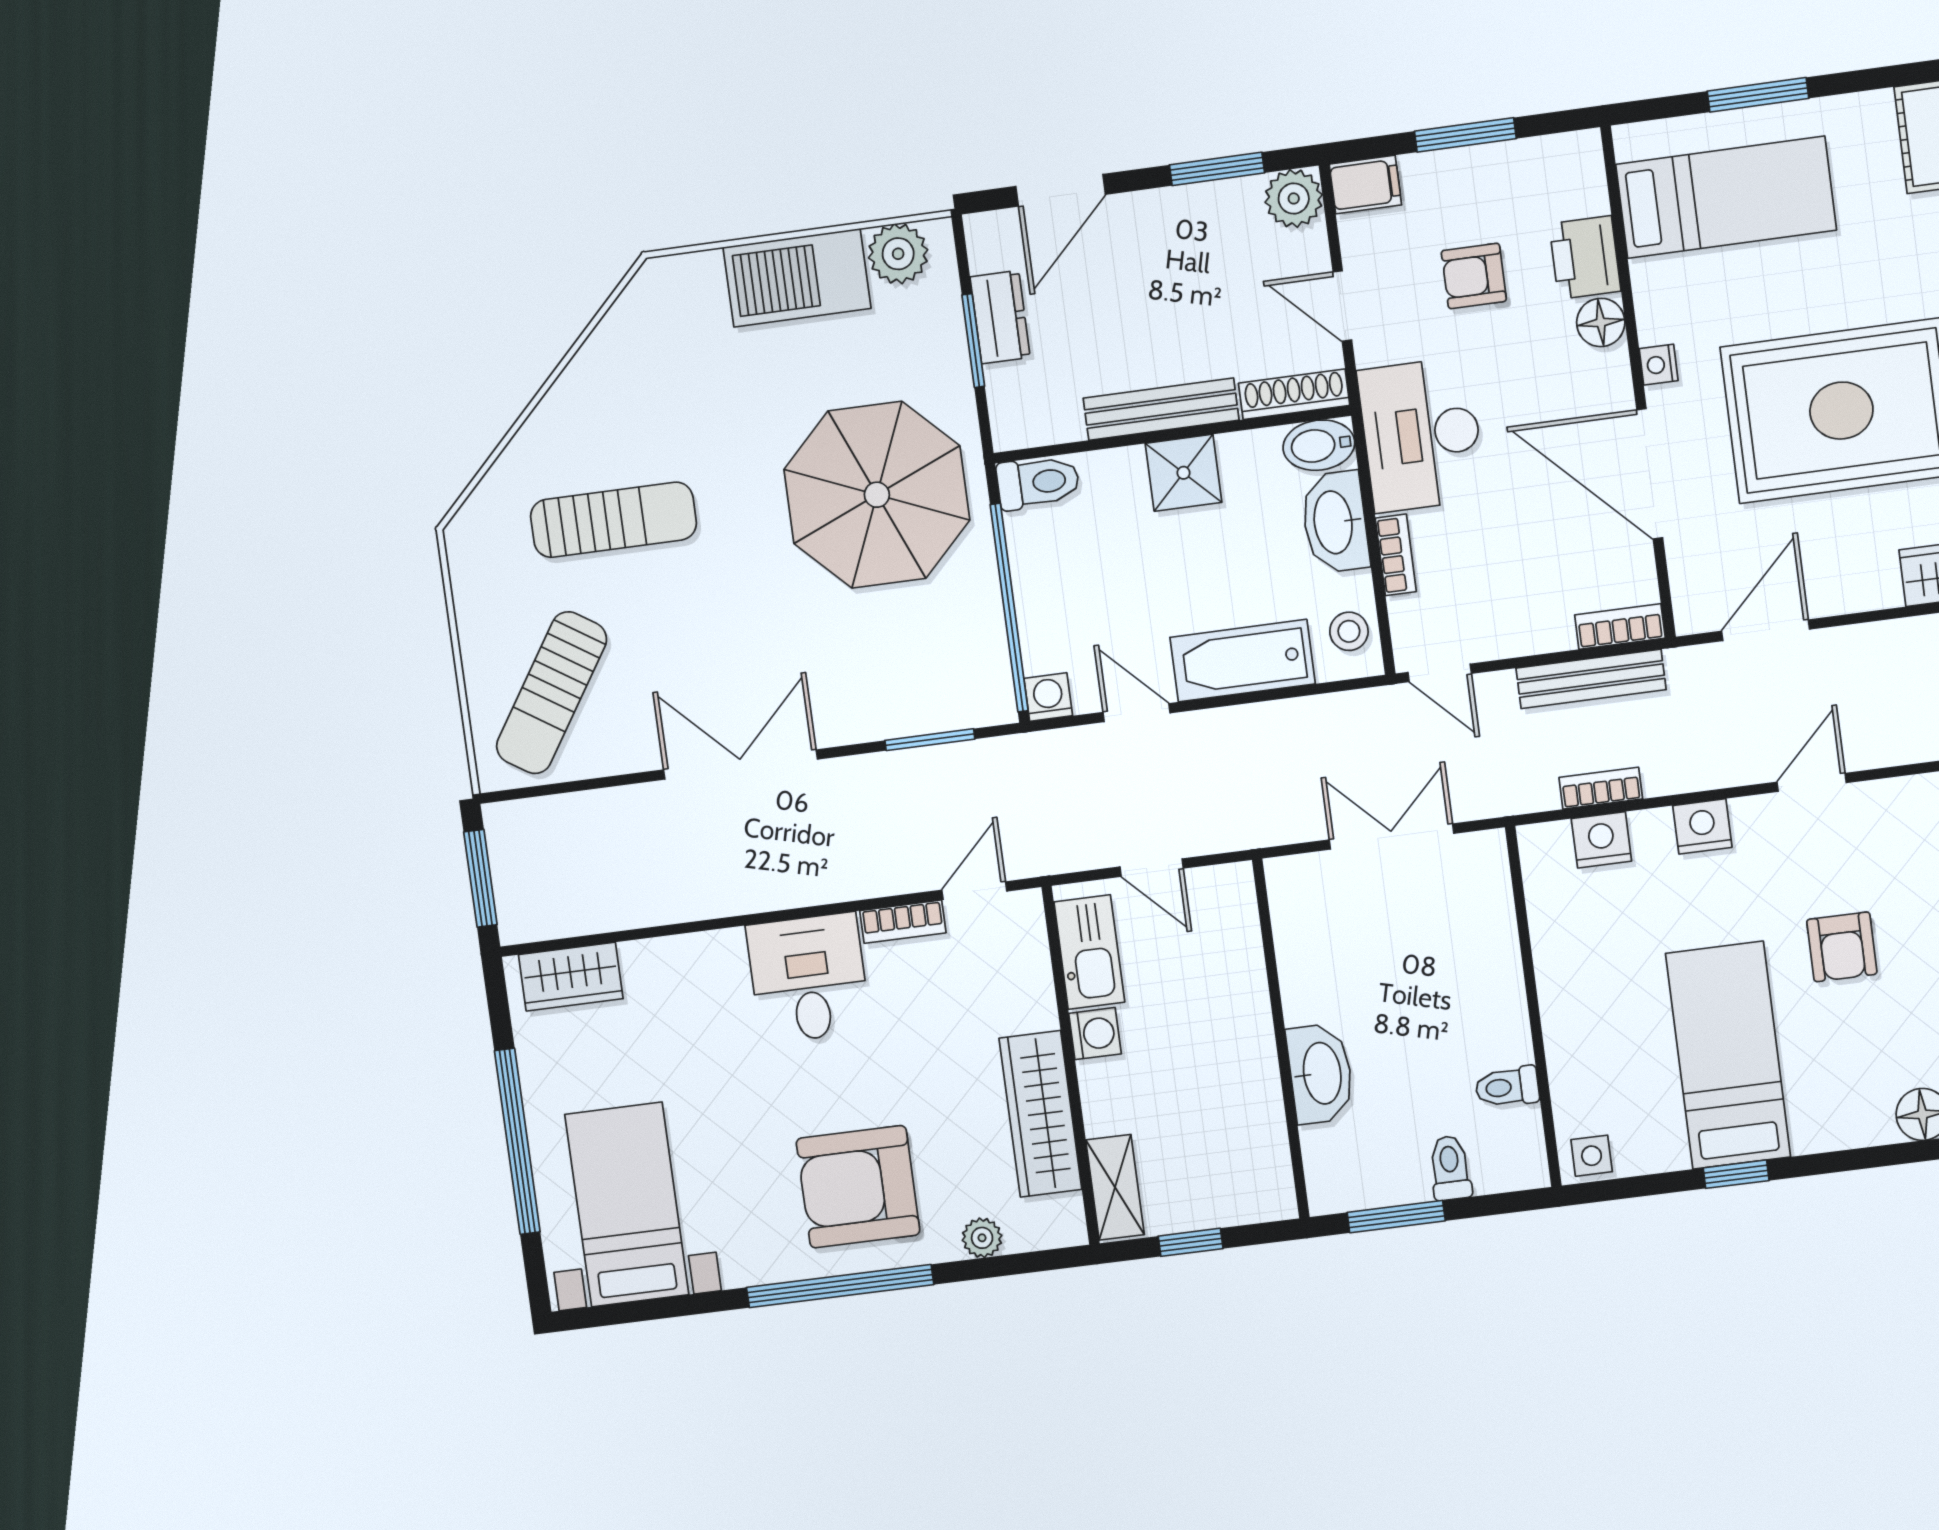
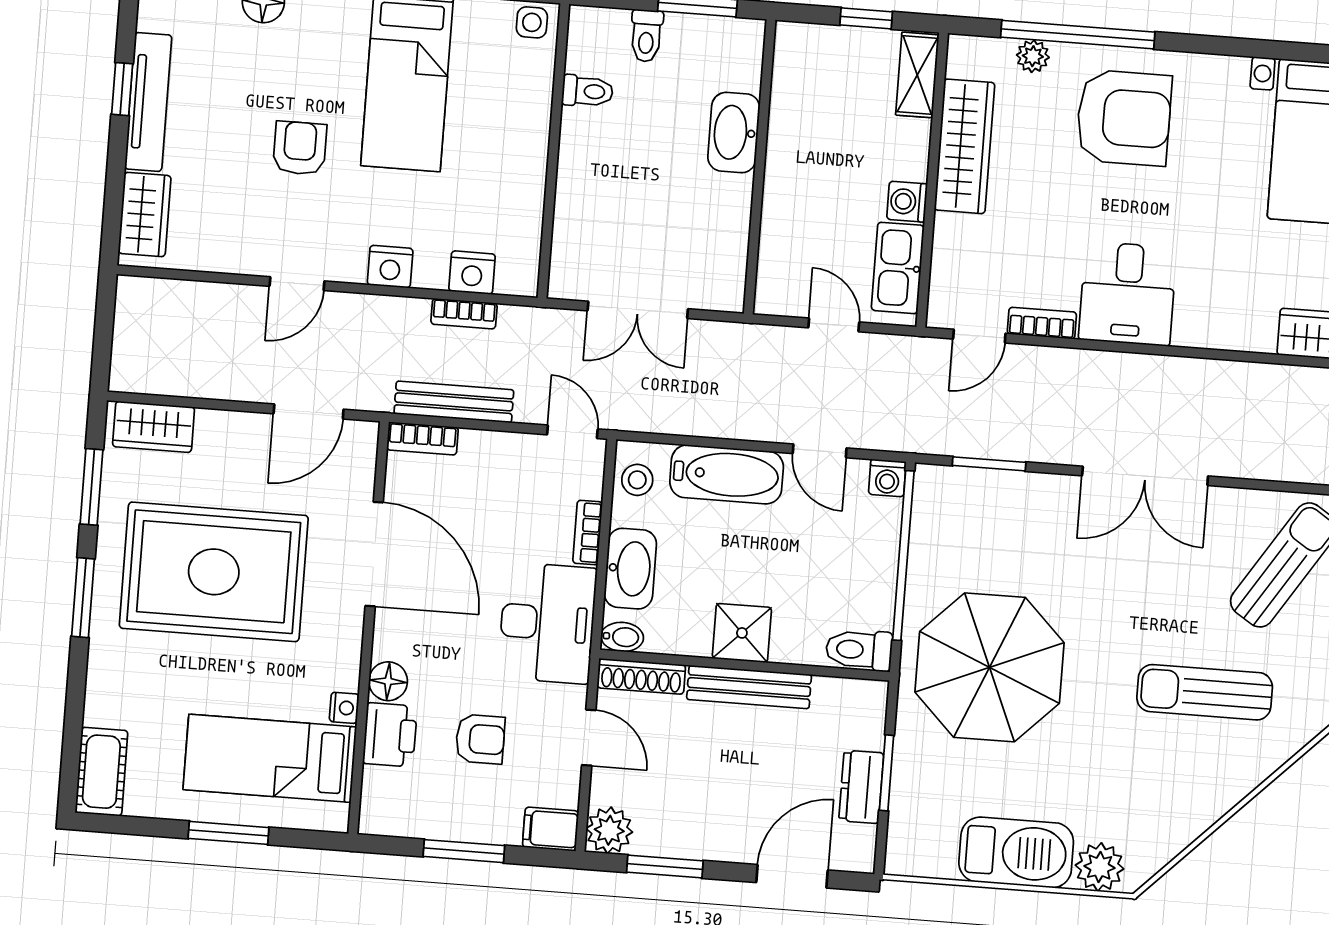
plant: (898, 254) -> (1100, 867), moved
nightstand: (1659, 365) -> (344, 708), moved
bidet: (1319, 445) -> (622, 637), width x0.72, depth x0.74
window: (840, 1286) -> (1078, 35), moved

